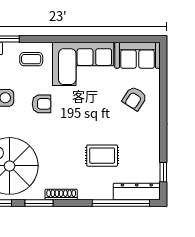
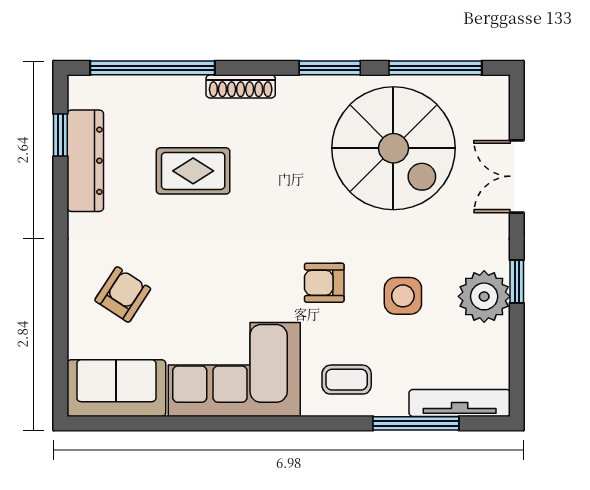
dresser: (137, 192) -> (85, 161), moved, turned -90
shoe rack: (61, 195) -> (241, 86), moved

